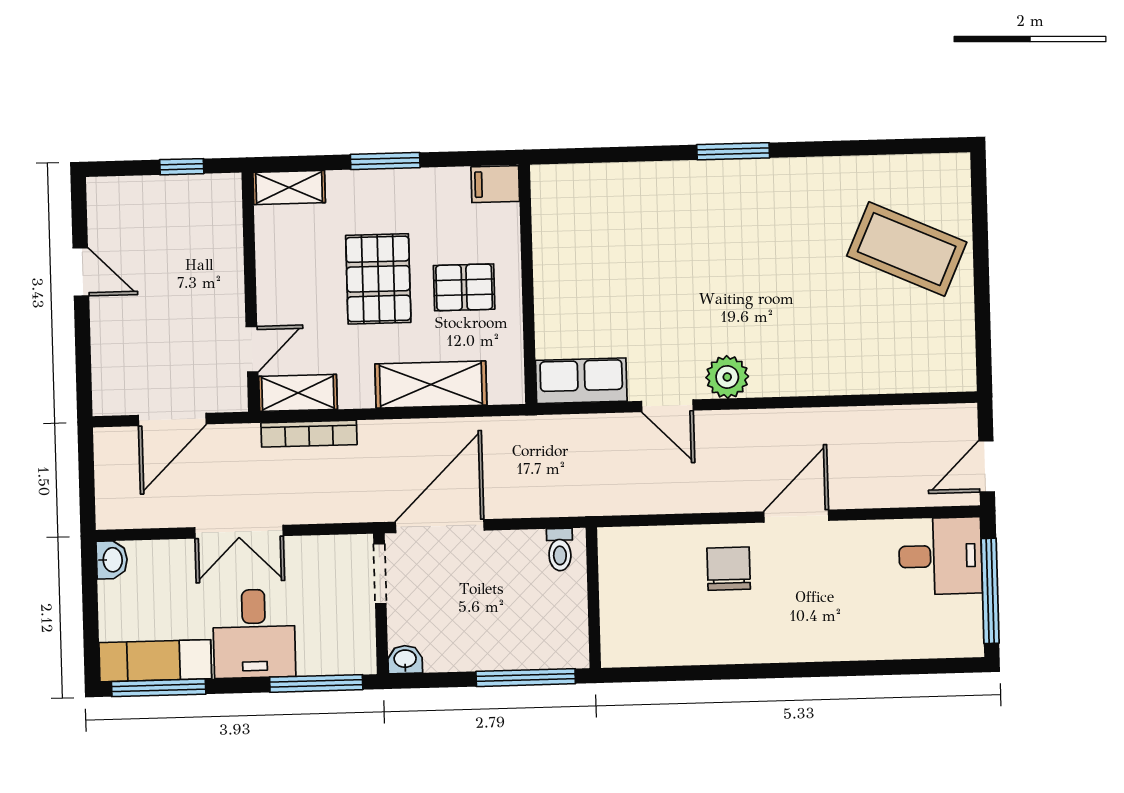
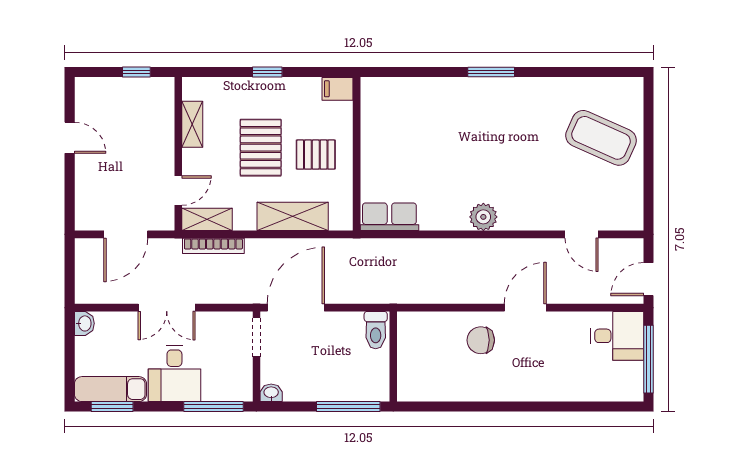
window: (385, 161) -> (267, 72), width x0.67
shelving: (289, 187) -> (192, 124), moved, turned 90
door: (667, 406) -> (582, 234), moved
toilet: (560, 550) -> (376, 330), width x1.37, depth x1.39
chair: (729, 569) -> (481, 340), turned -90
window: (159, 688) -> (112, 407), width x0.69

